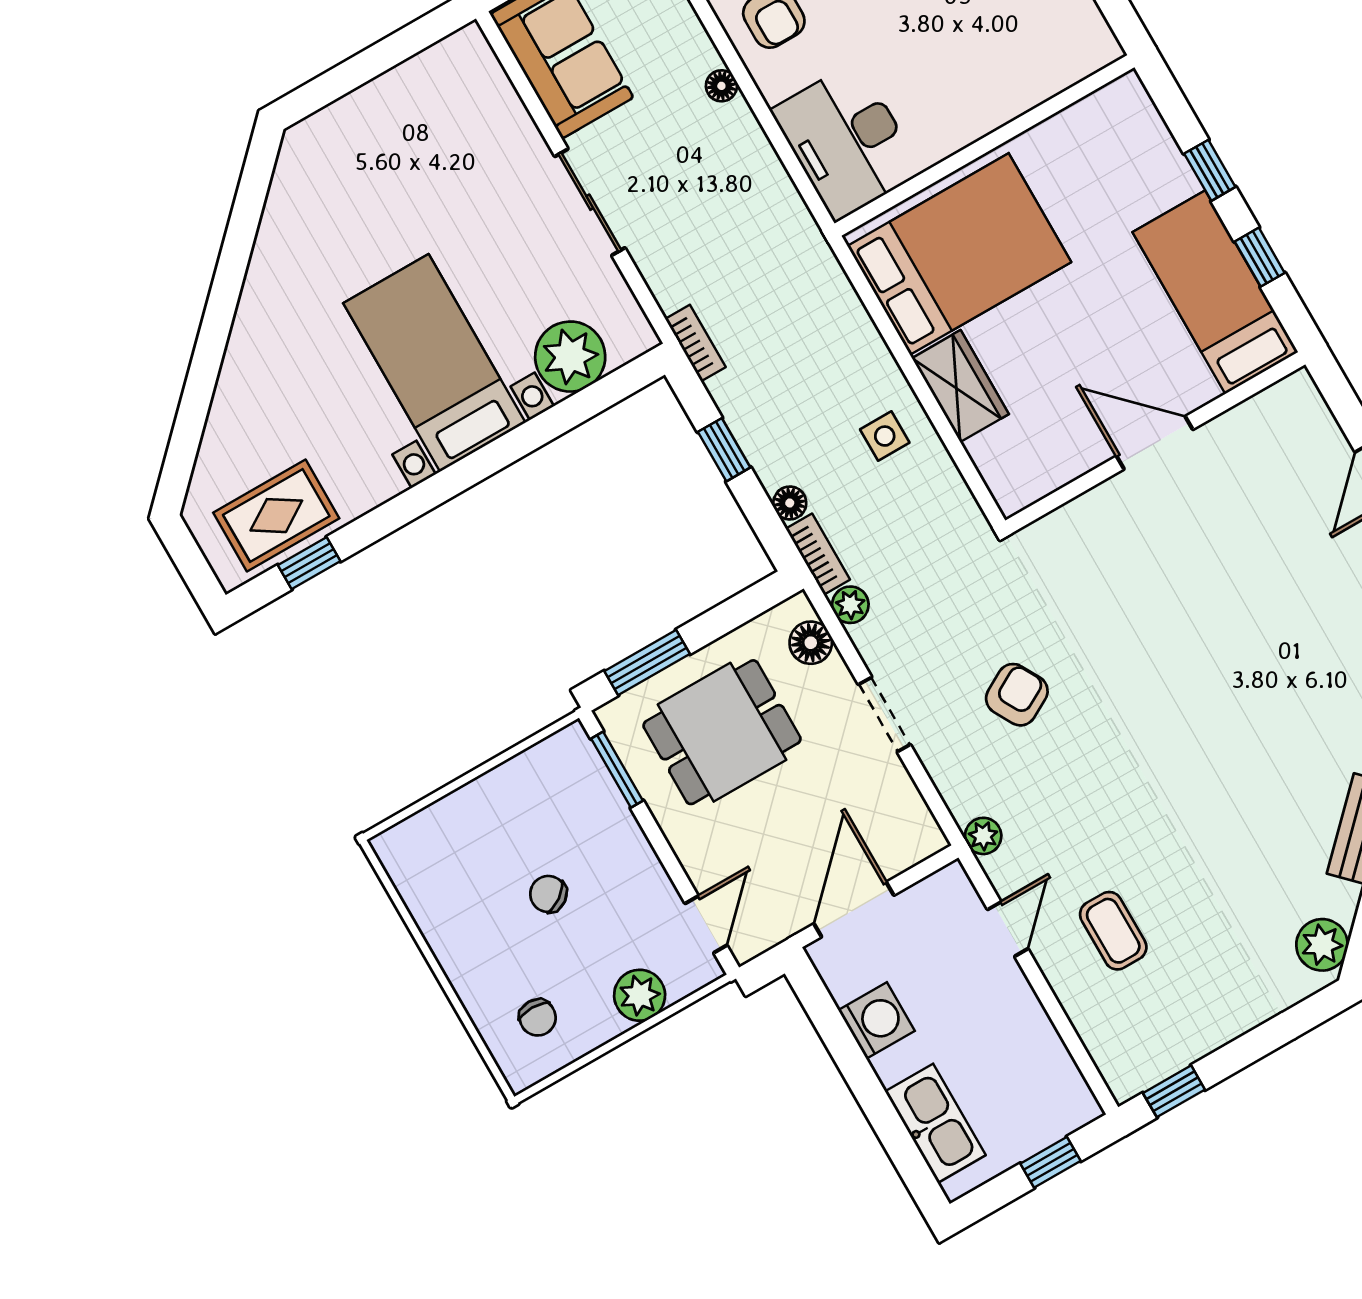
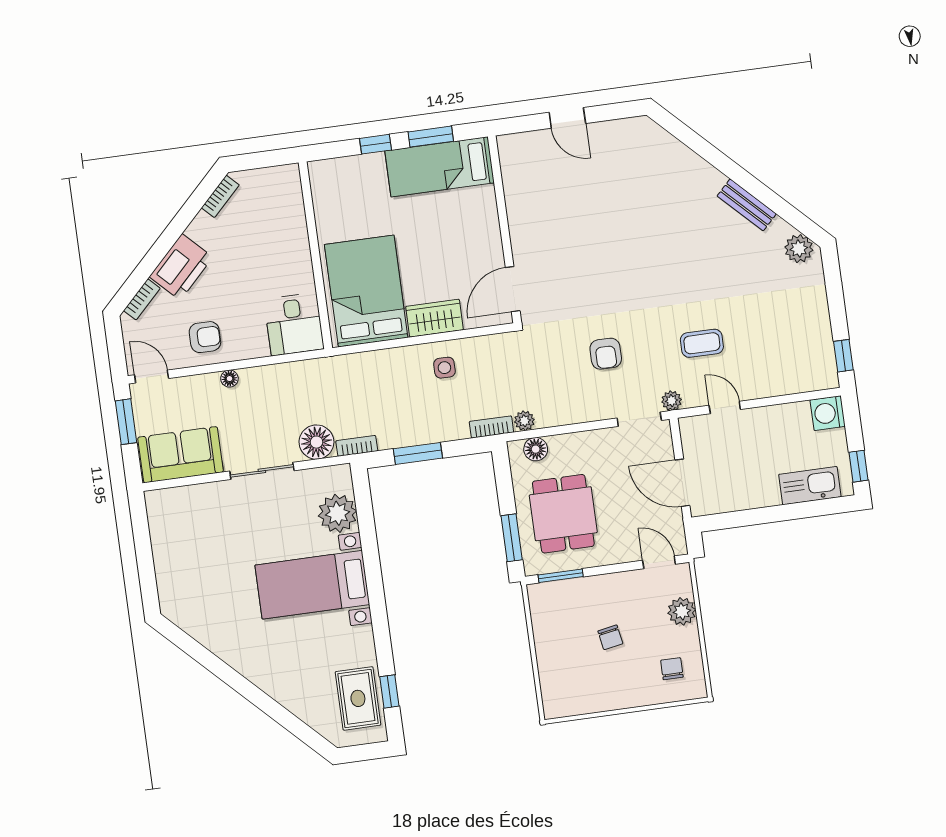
desk: (846, 141) -> (294, 324), width x0.73
window: (1260, 257) -> (431, 137), width x1.50
door: (1155, 443) -> (513, 289), moved
window: (724, 450) -> (418, 453), width x1.50
floor lamp: (790, 503) -> (316, 442), moved, width x1.89, depth x1.89
armchair: (1017, 695) -> (606, 354), turned -151
doorway: (884, 715) -> (639, 419), moved
chair: (548, 894) -> (610, 637), turned -64
coffee table: (1113, 931) -> (702, 343), moved
chair: (538, 1018) -> (672, 669), turned -90
washing machine: (877, 1021) -> (828, 413), moved, turned -90
window: (1051, 1162) -> (858, 466), moved

